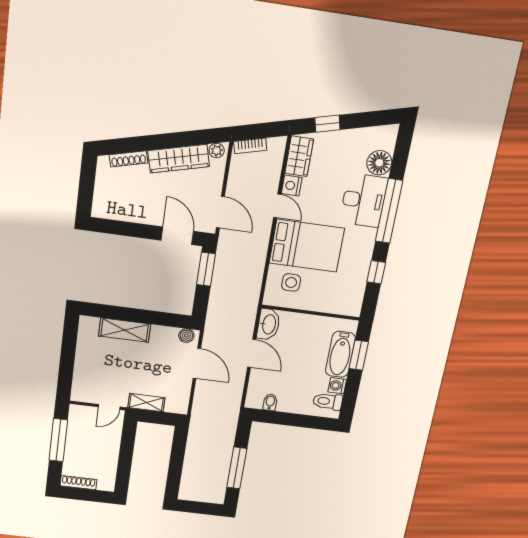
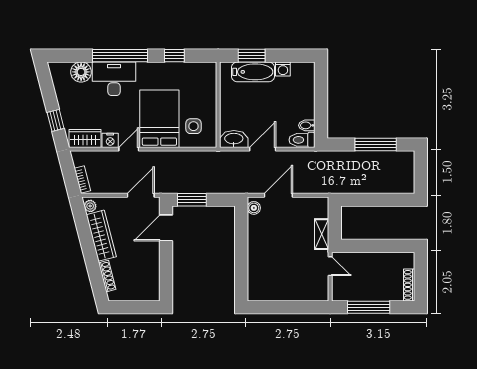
shelving: (125, 330) -> (256, 261), removed
toilet: (328, 401) -> (302, 140), moved, turned 90

